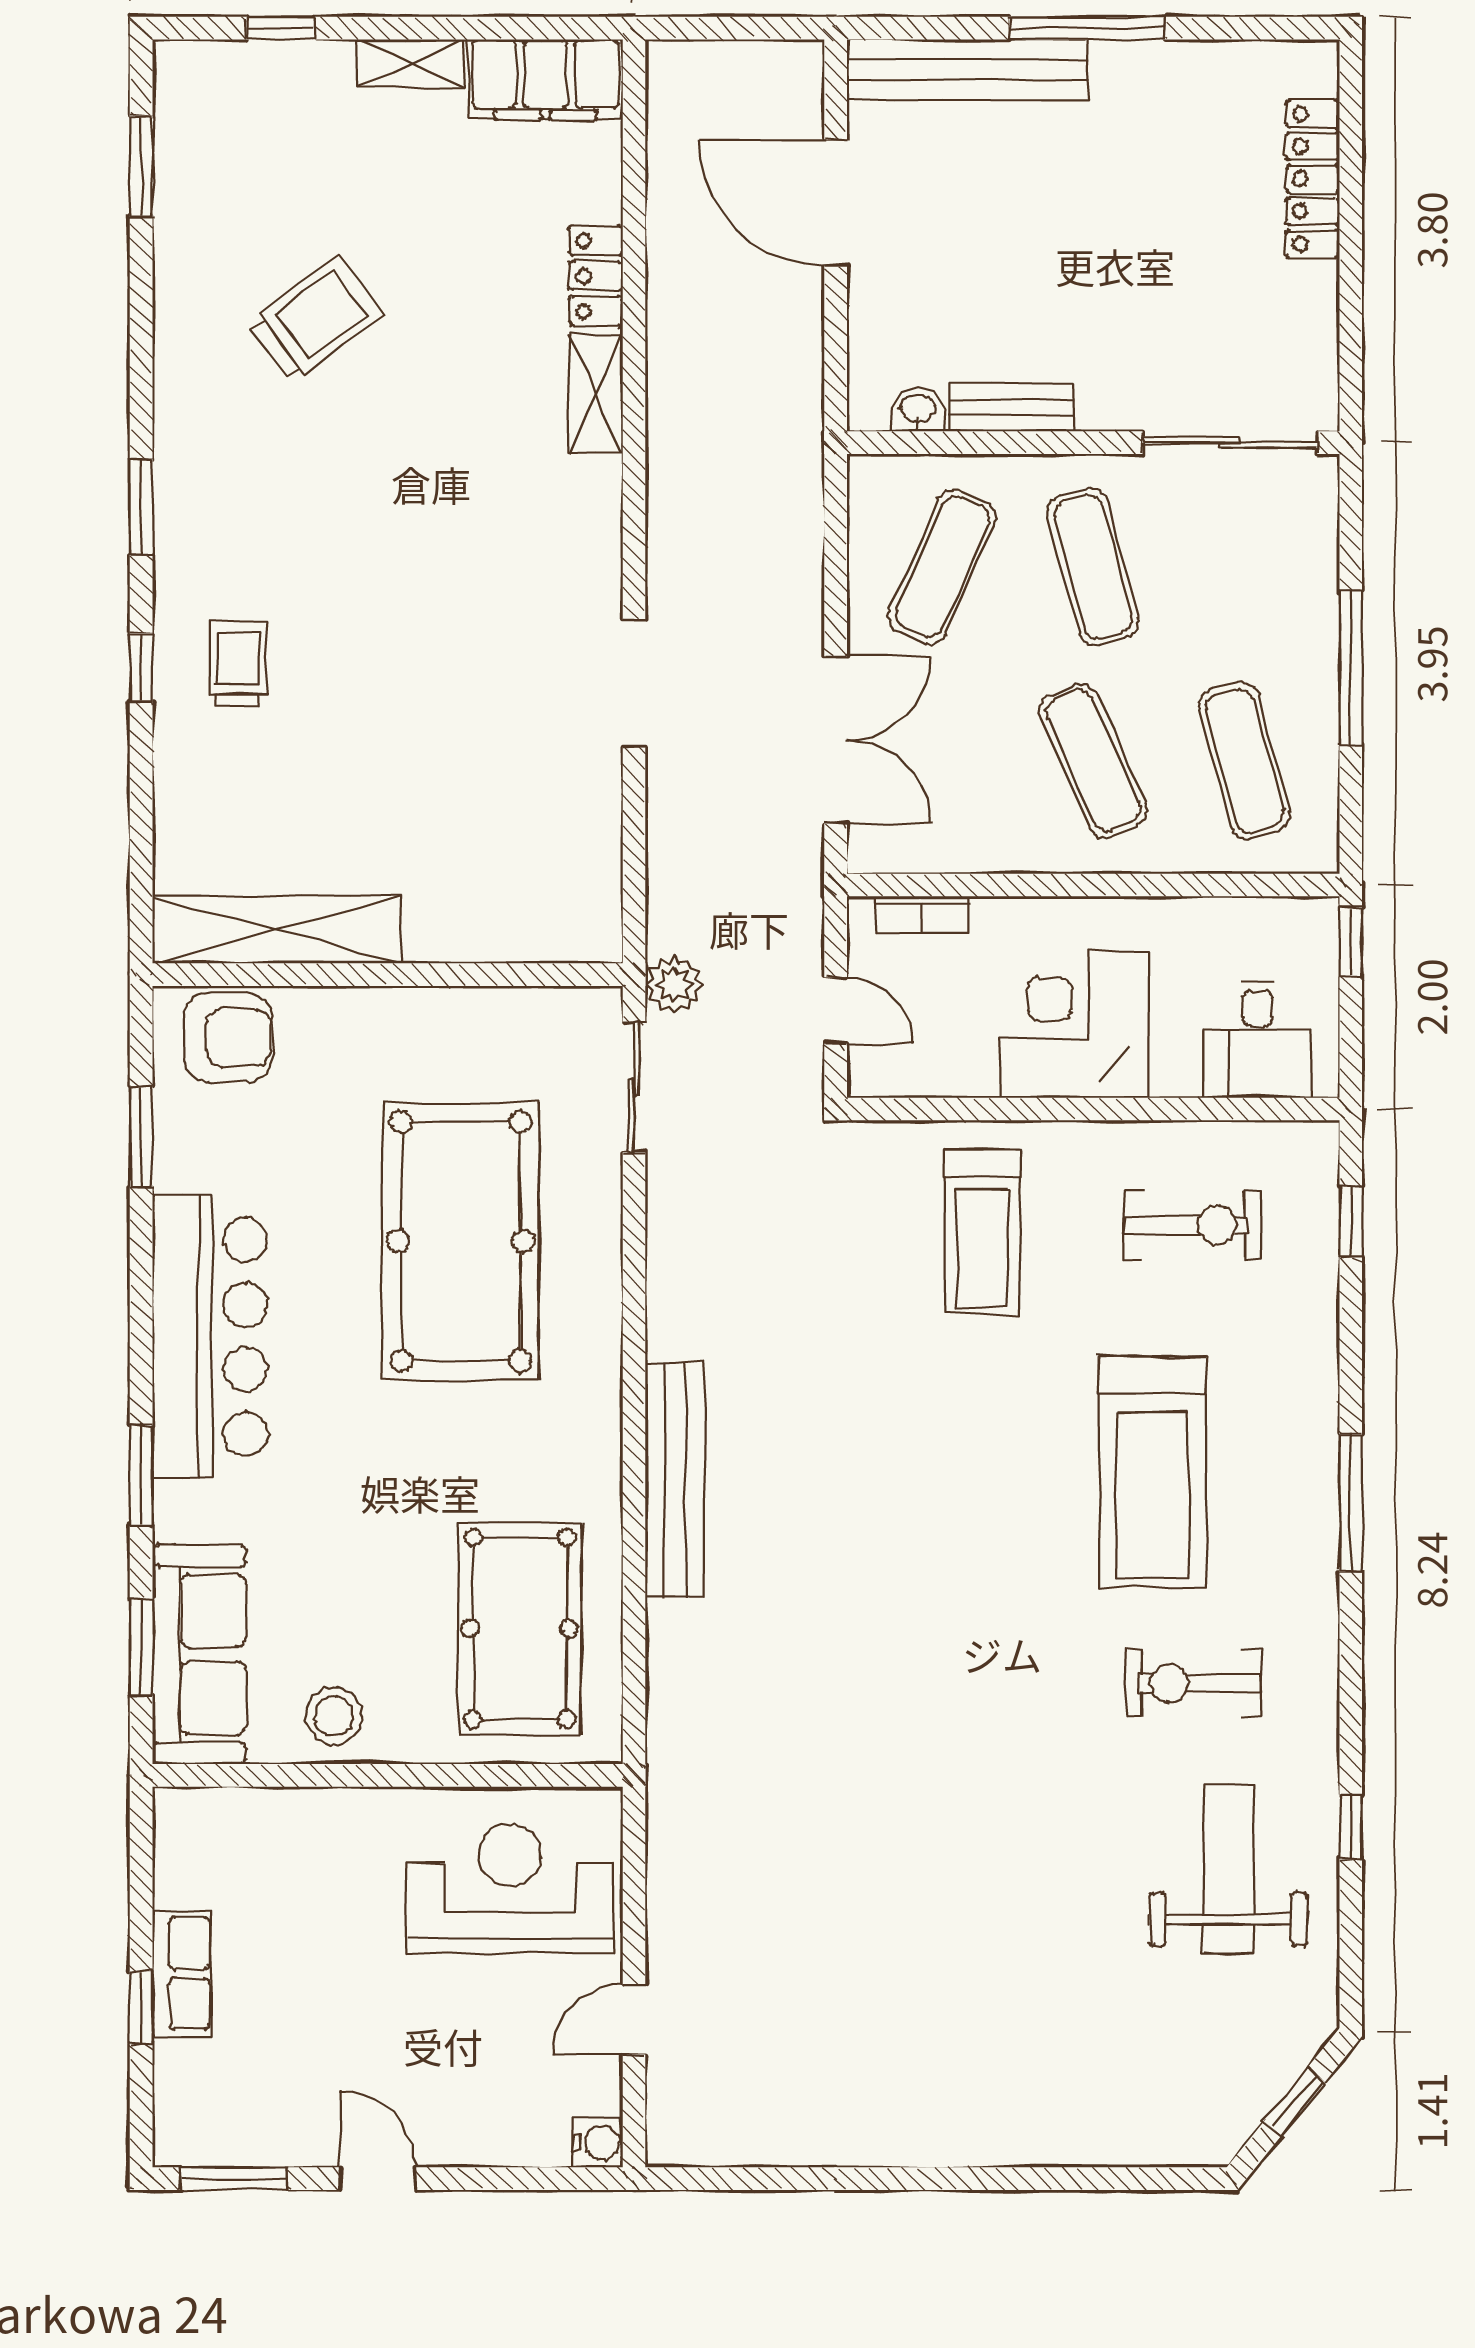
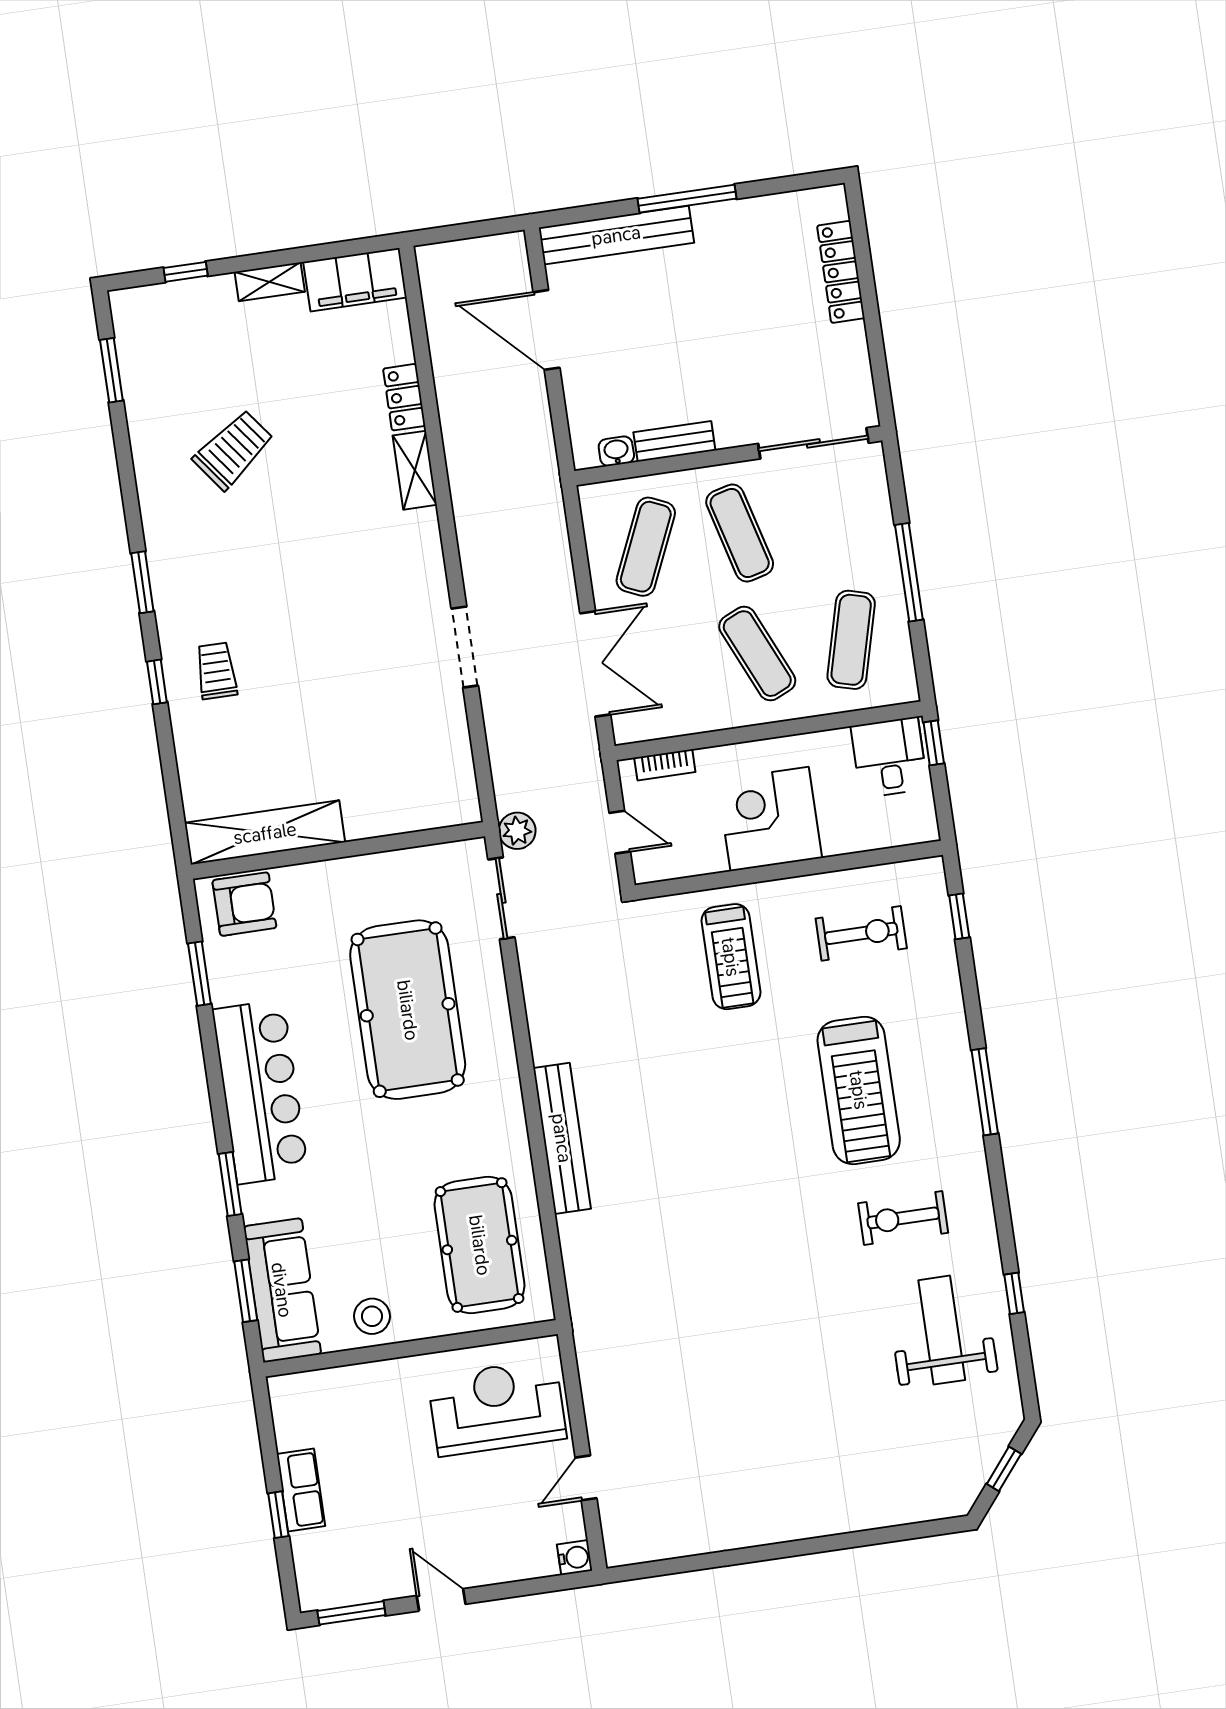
exercise mat: (1244, 761) -> (851, 640), turned 30
desk: (1258, 1040) -> (889, 757), moved, turned 180

